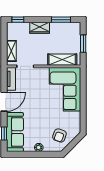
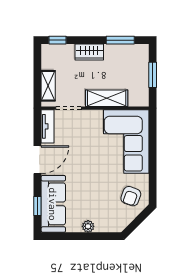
shelving: (62, 60) -> (107, 98), moved
armchair: (59, 135) -> (131, 196), moved

